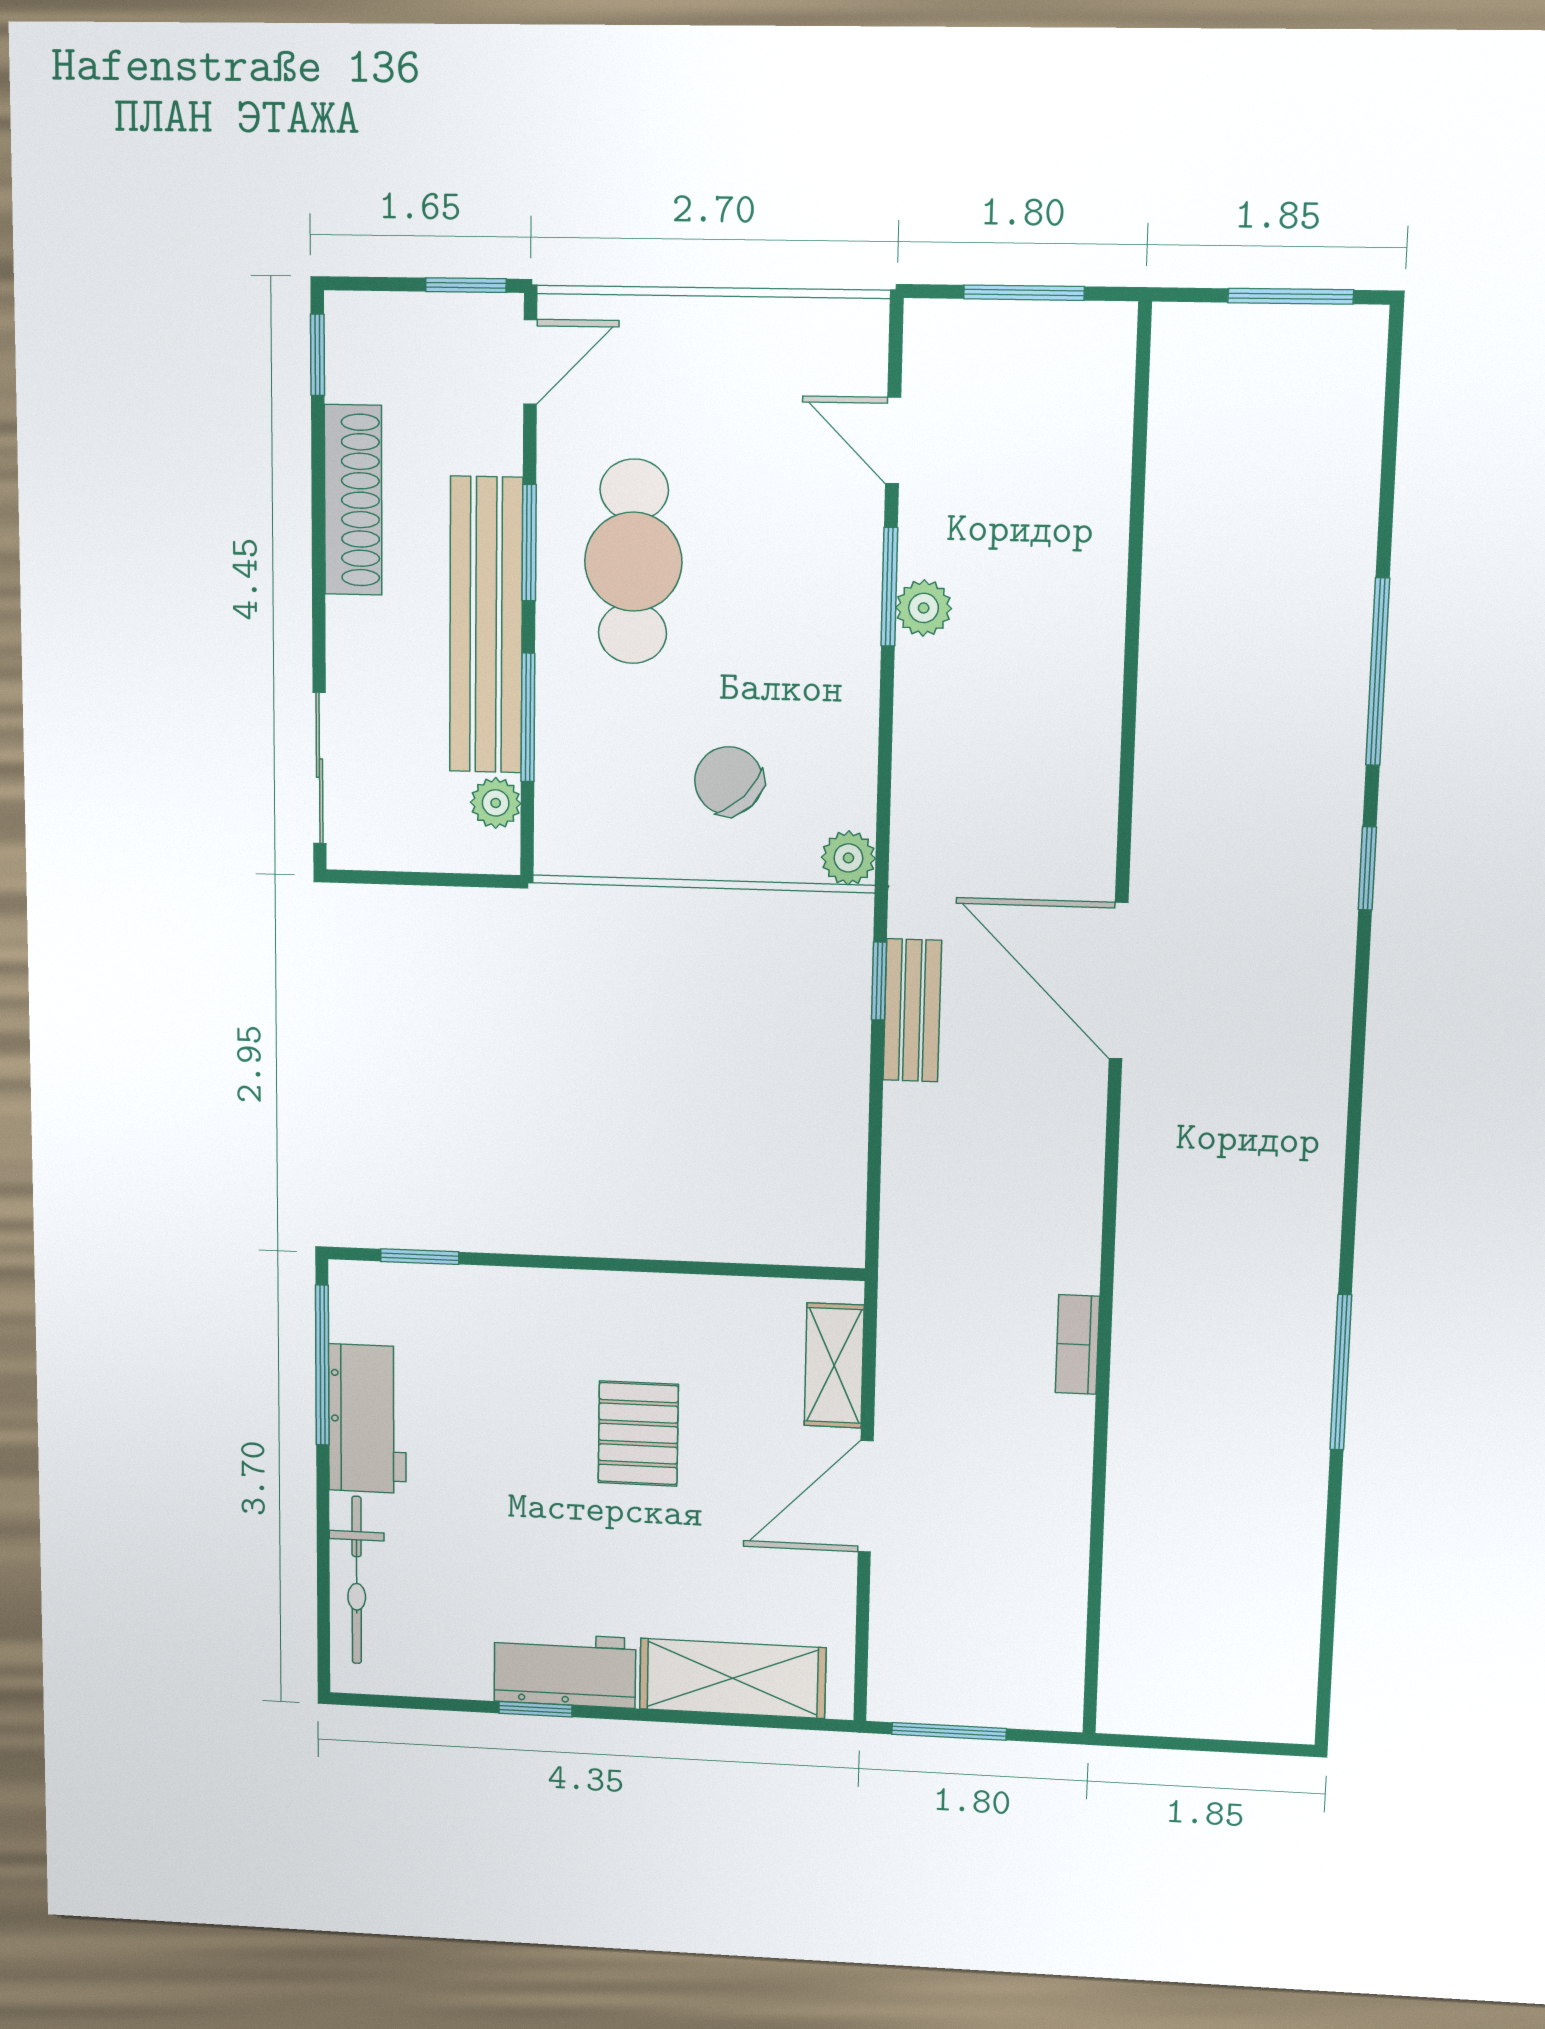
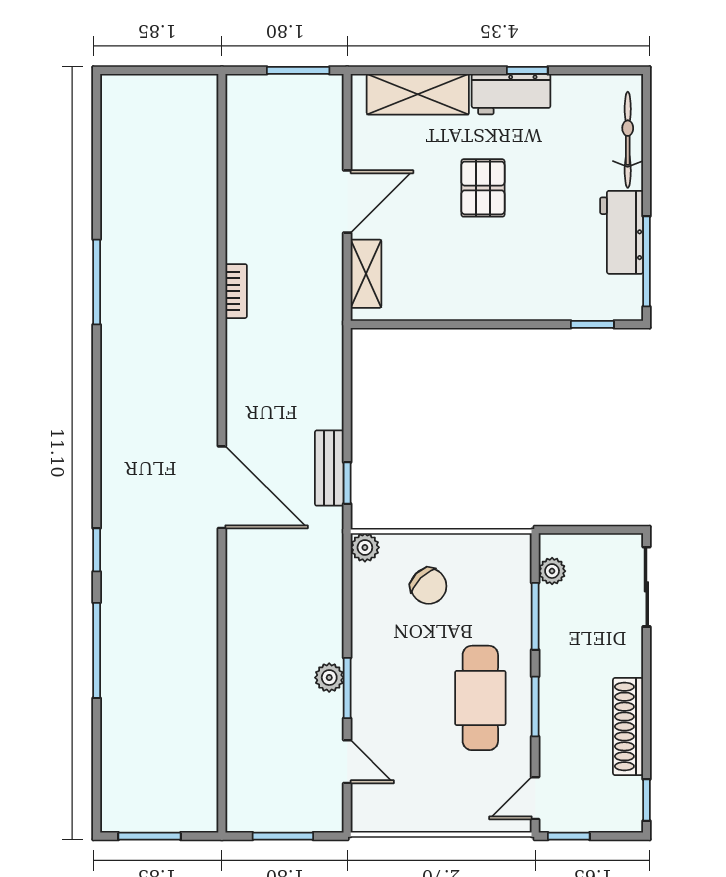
bench: (486, 625) -> (558, 664), removed
pallet: (638, 1433) -> (483, 188), moved

